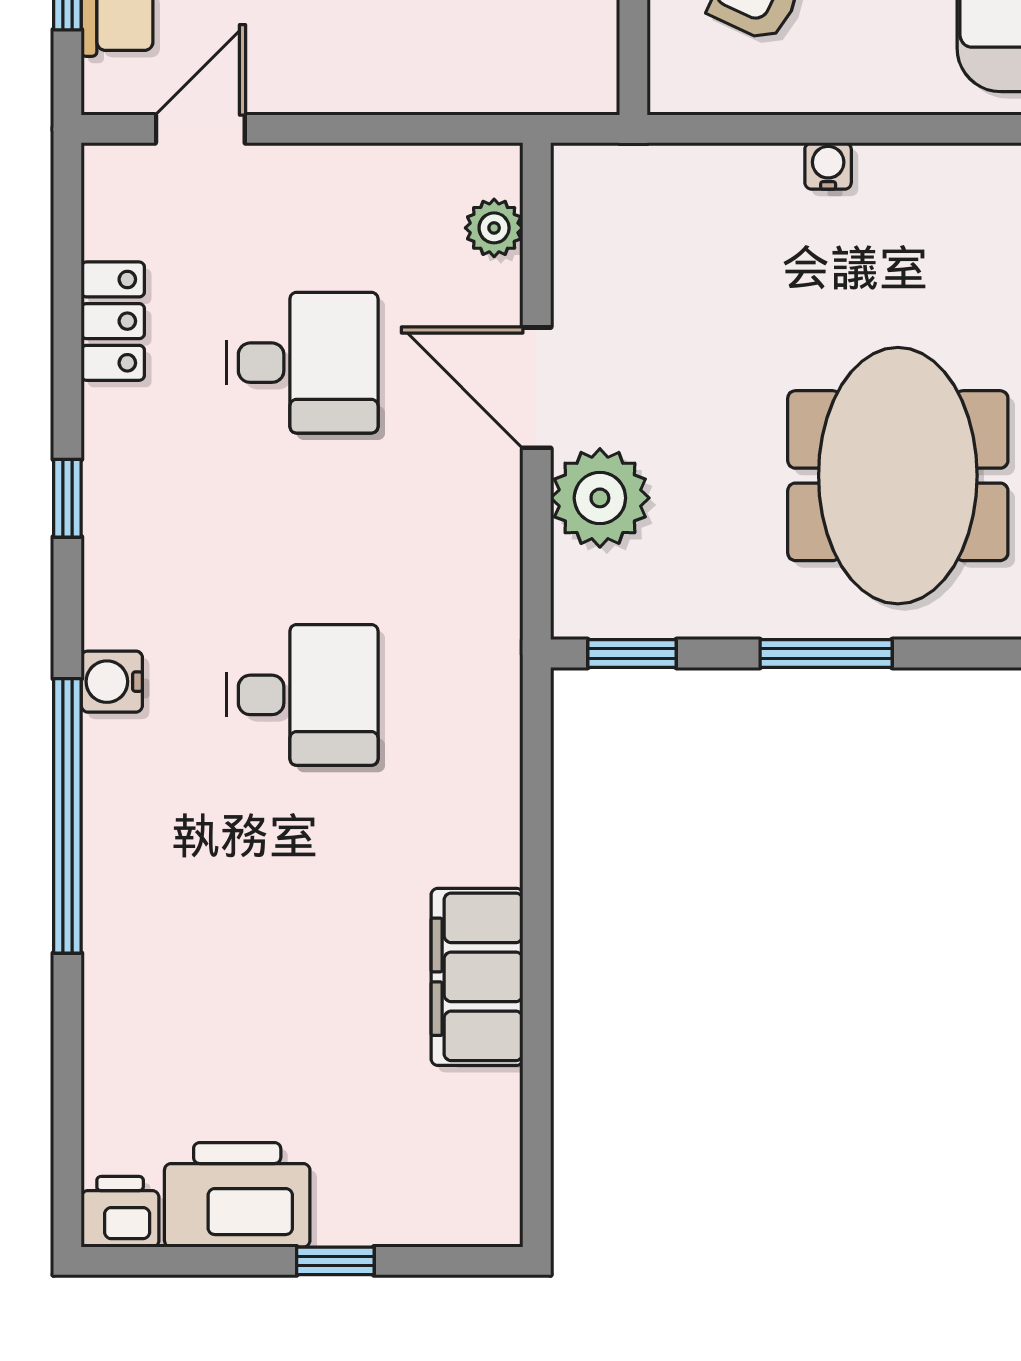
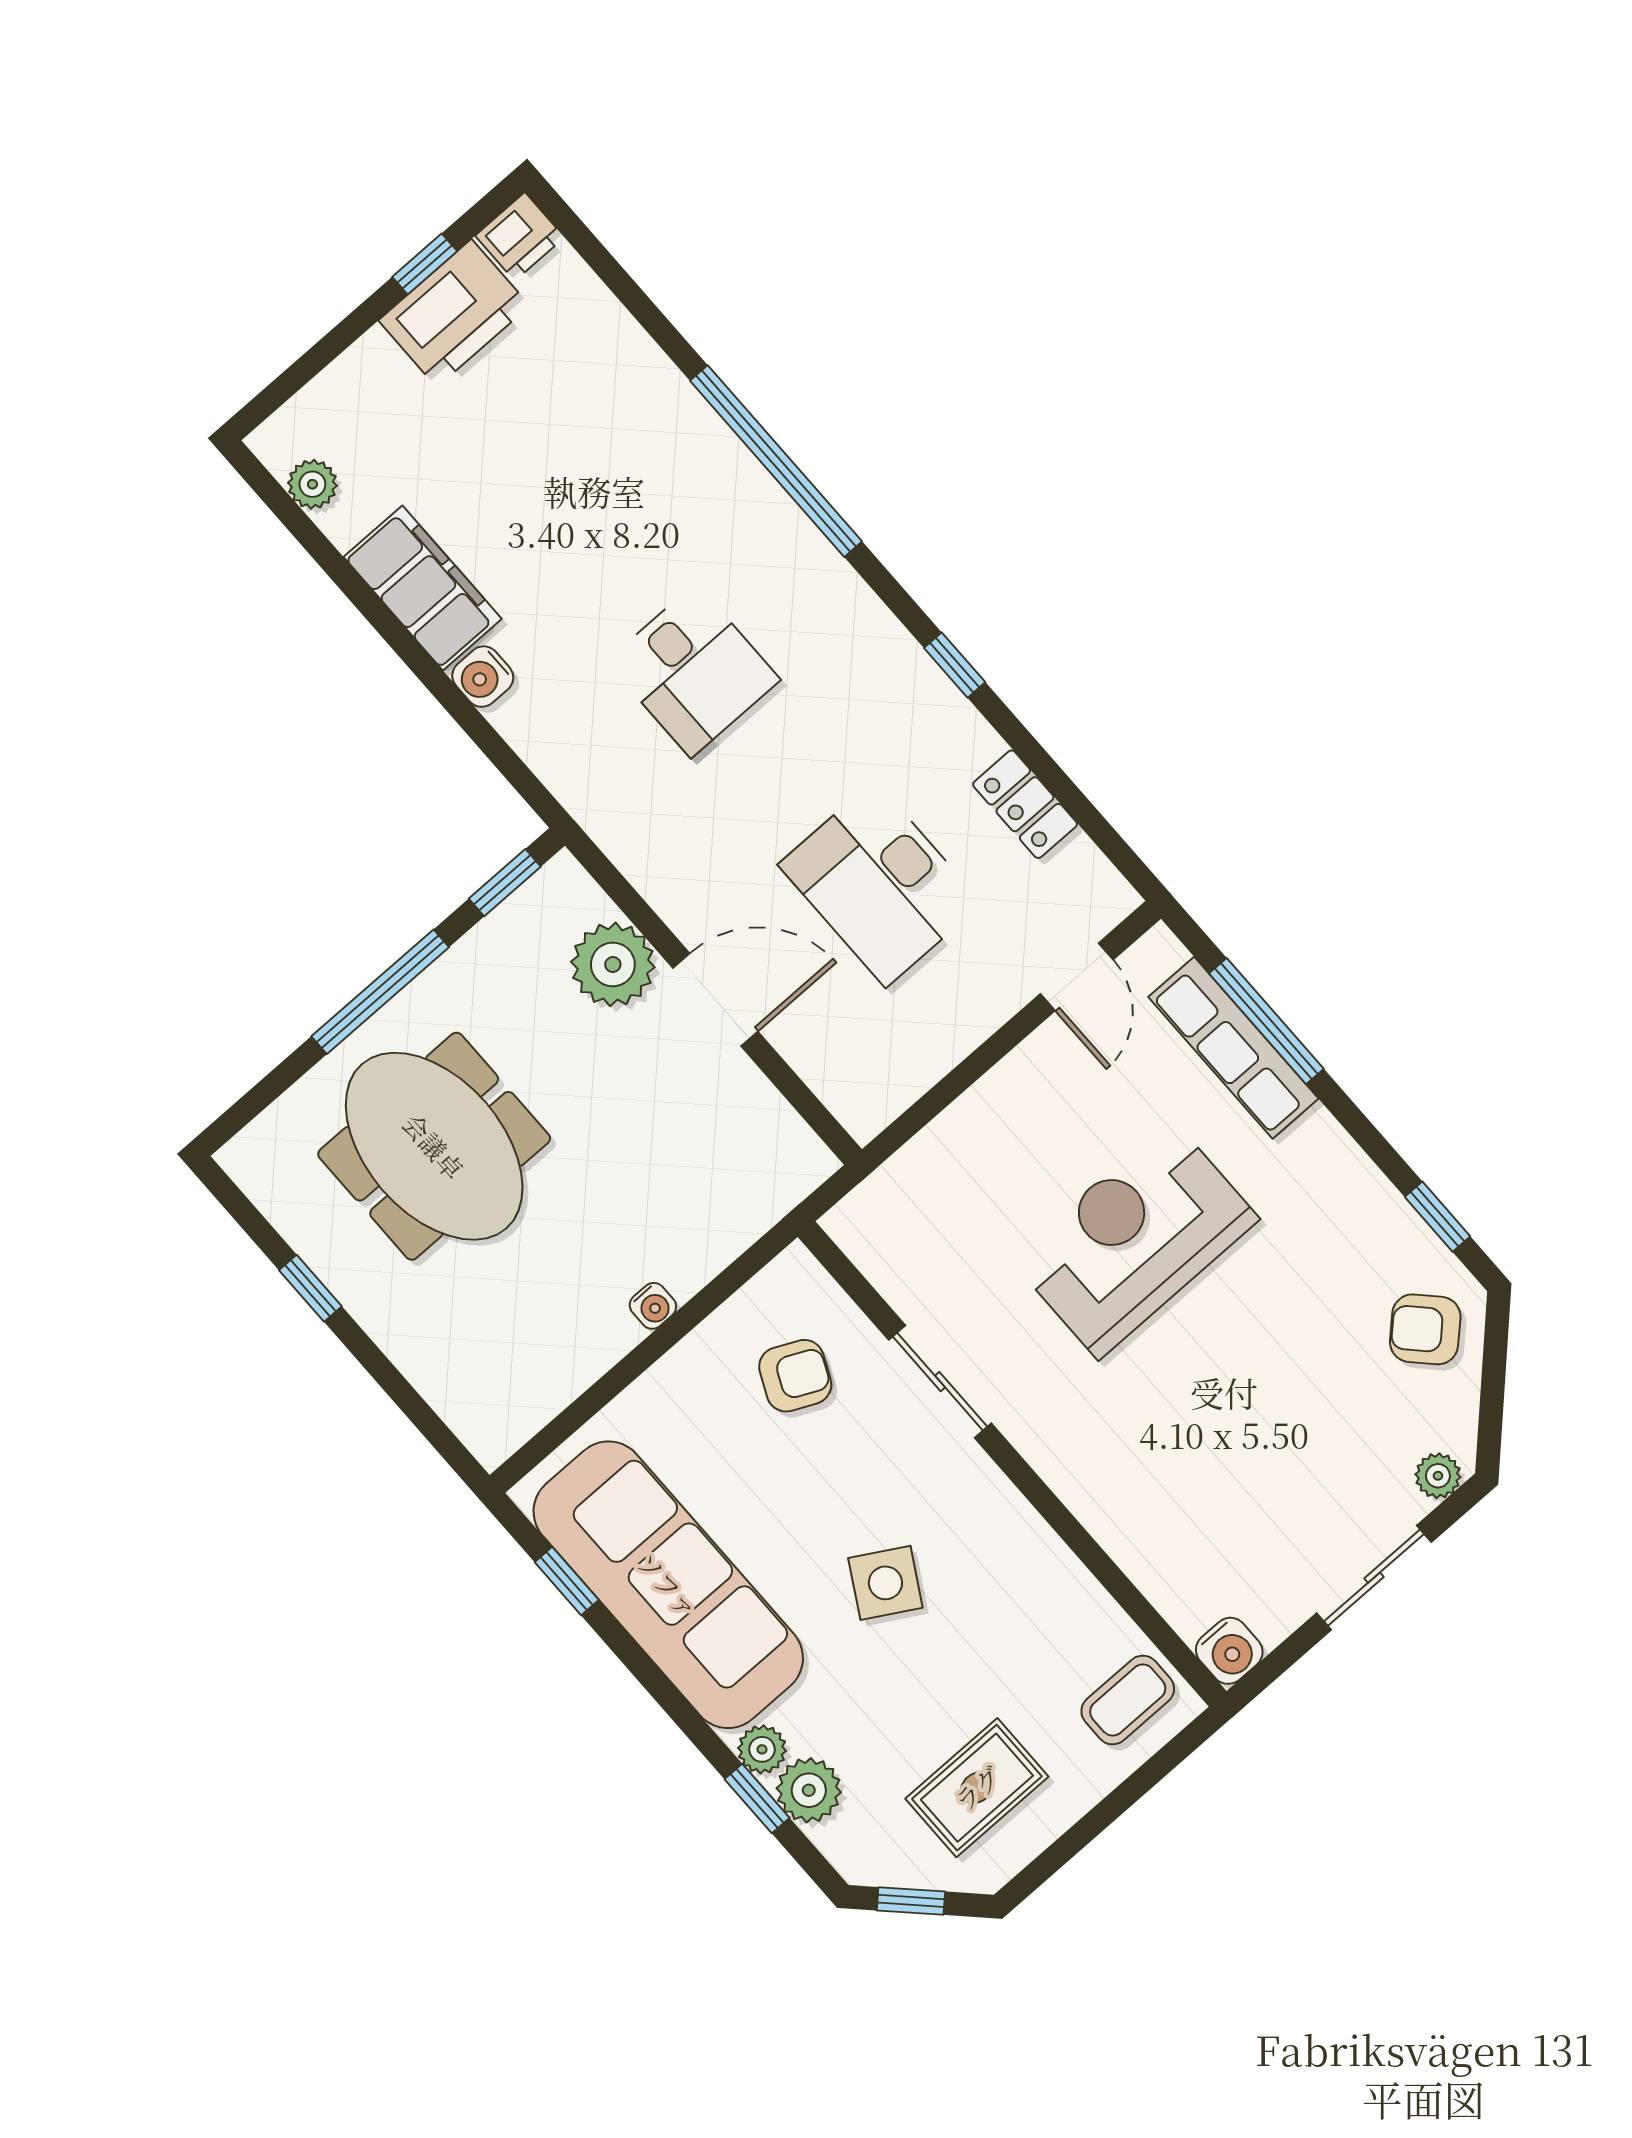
plant: (494, 228) -> (312, 484), moved
desk: (302, 363) -> (880, 884), width x1.37
window: (826, 654) -> (380, 992), width x1.44
water cooler: (112, 682) -> (483, 677), moved, turned 180
desk: (302, 695) -> (693, 671), turned -90
window: (335, 1261) -> (425, 264), moved

